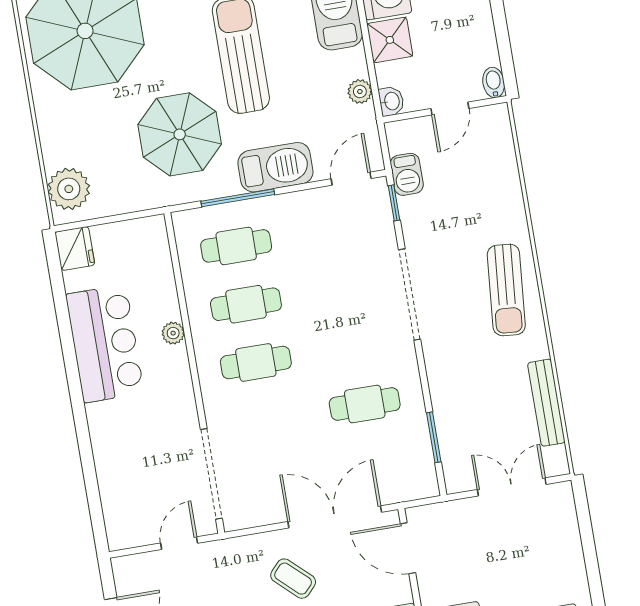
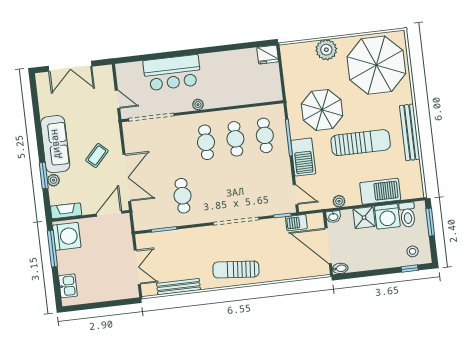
door: (450, 109) -> (328, 246), width x1.88
plant: (69, 189) -> (326, 50), moved
plant: (173, 333) -> (198, 105), moved
bar counter: (105, 344) -> (172, 73), moved

